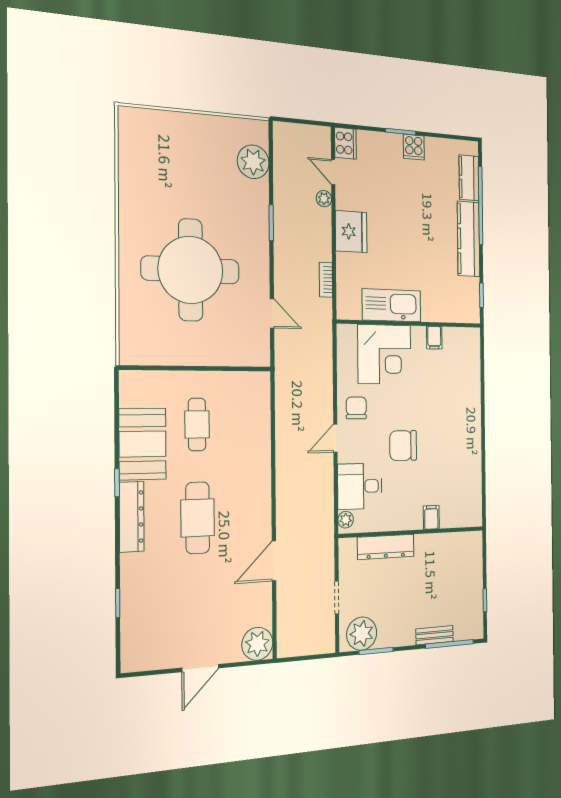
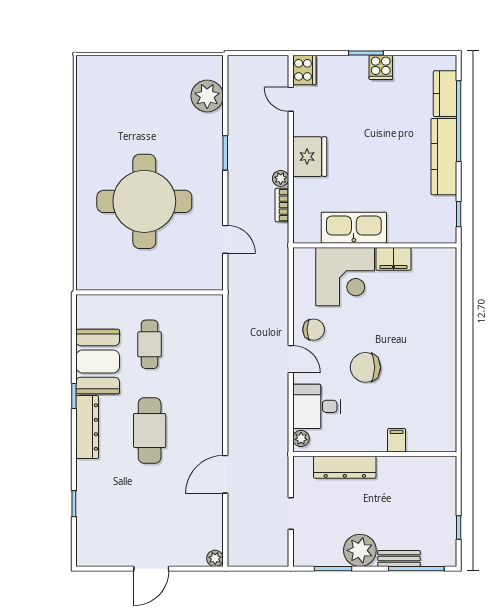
plant: (324, 199) -> (281, 178), moved
filing cabinet: (434, 338) -> (393, 259), width x2.00
chair: (356, 408) -> (314, 330), turned 90
door: (335, 438) -> (291, 359), swing flipped
plant: (362, 634) -> (360, 550), moved
plant: (257, 644) -> (215, 558), width x0.53, depth x0.53

